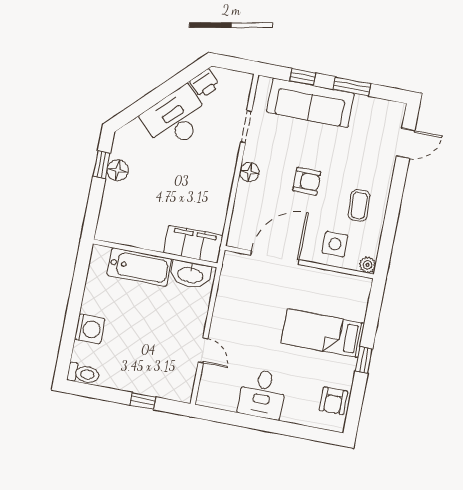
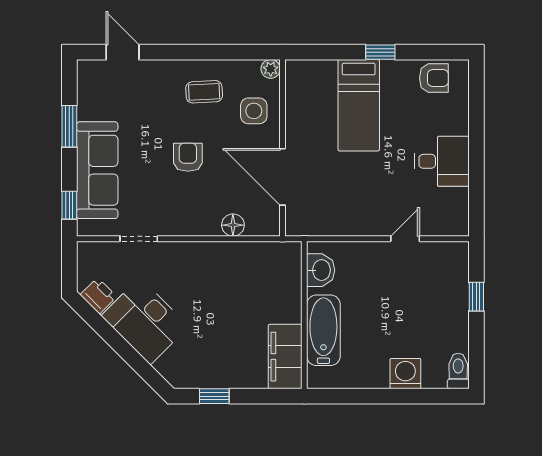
window: (302, 77) -> (69, 205), moved
floor lamp: (118, 170) -> (217, 377), removed
floor lamp: (249, 172) -> (233, 225), moved
filing cabinet: (193, 244) -> (285, 357), moved
washbasin: (190, 274) -> (321, 270), width x0.72

